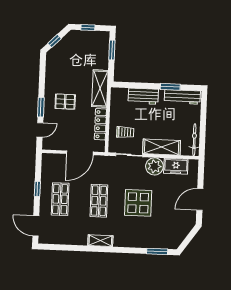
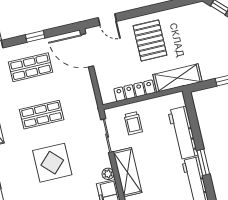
workbench: (143, 96) -> (183, 133), width x1.38
pallet: (65, 102) -> (150, 40), width x1.50, depth x1.42
window: (41, 107) -> (135, 13), removed
door: (80, 153) -> (87, 50), moved
plant: (154, 166) -> (108, 174), width x0.53, depth x0.53

